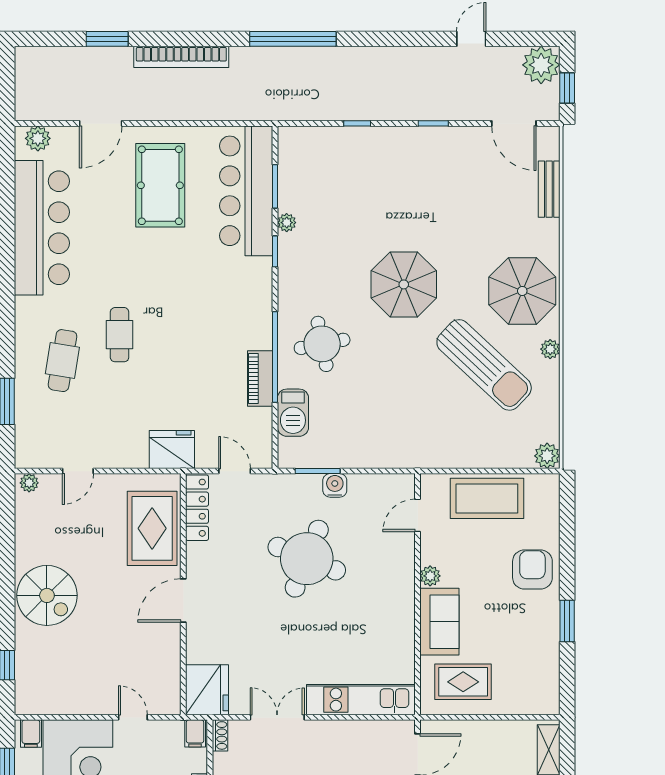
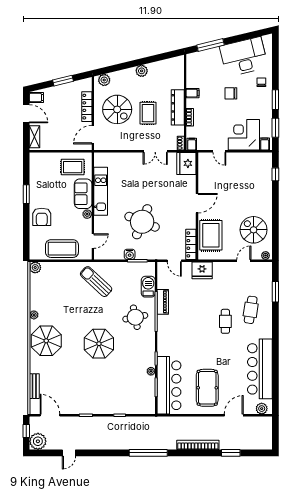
sun lounger: (484, 365) -> (96, 282), moved, width x0.73, depth x0.75
spiral stairs: (47, 595) -> (254, 230), moved
kitchen unit: (361, 700) -> (101, 191), moved, turned -90

